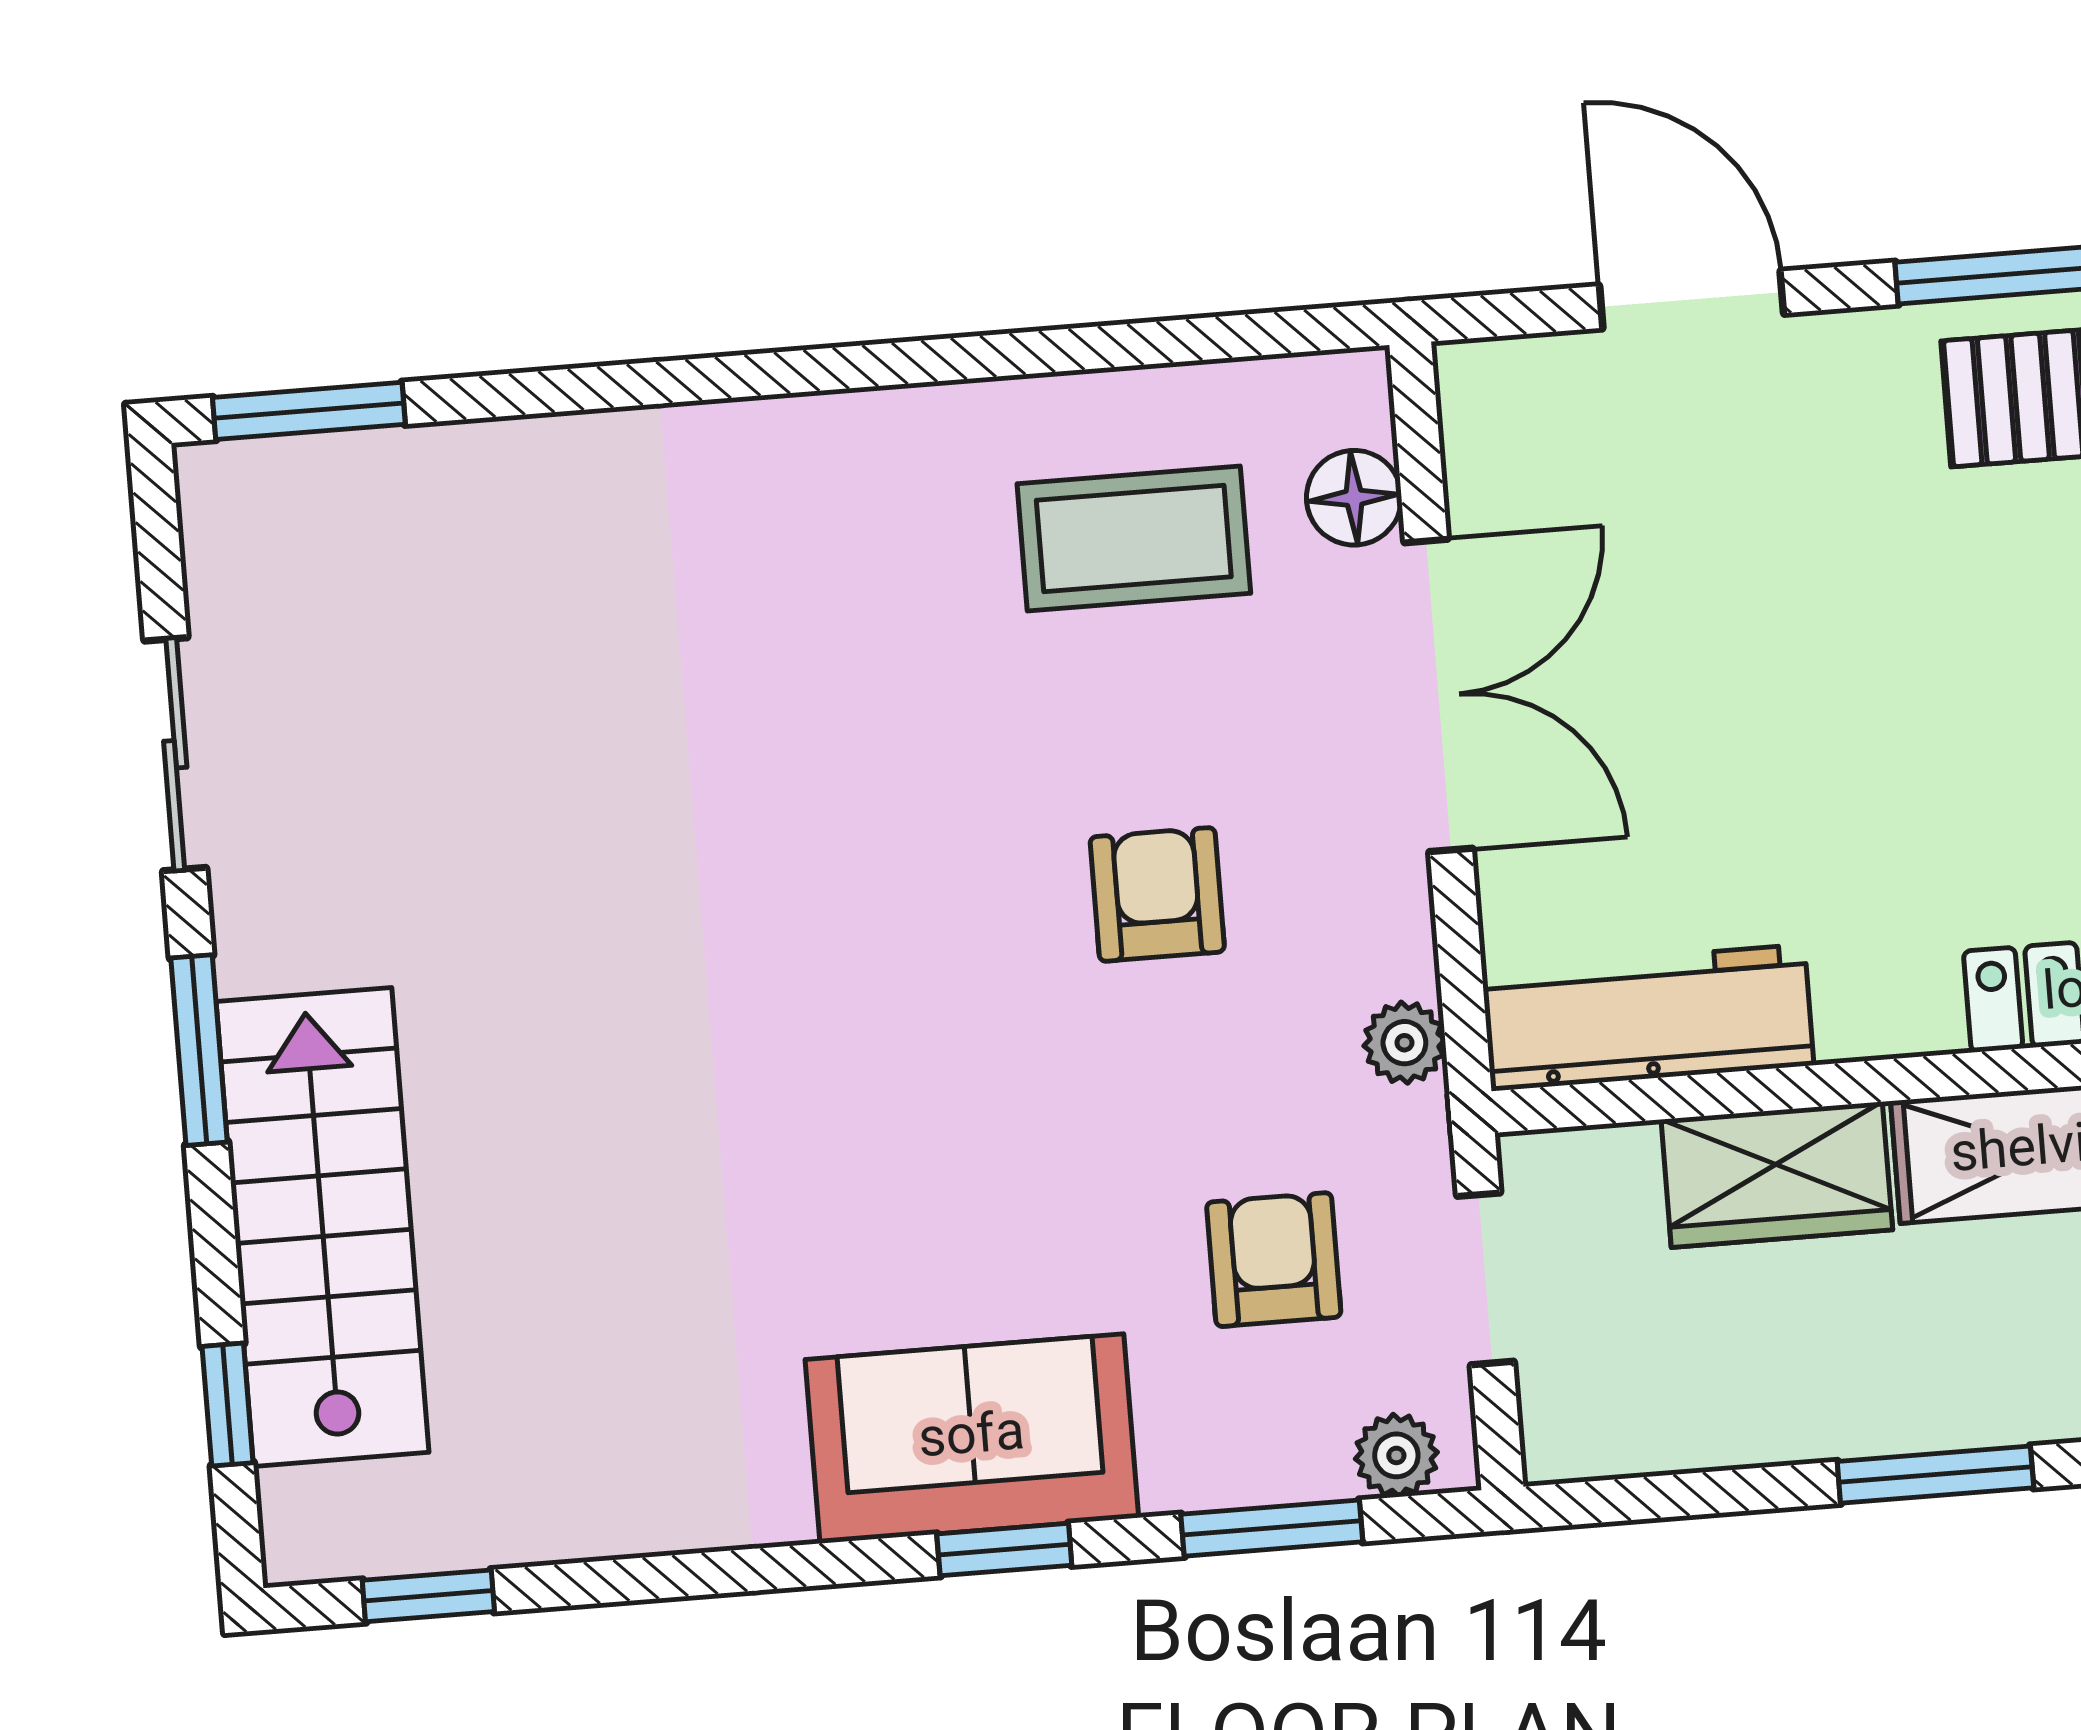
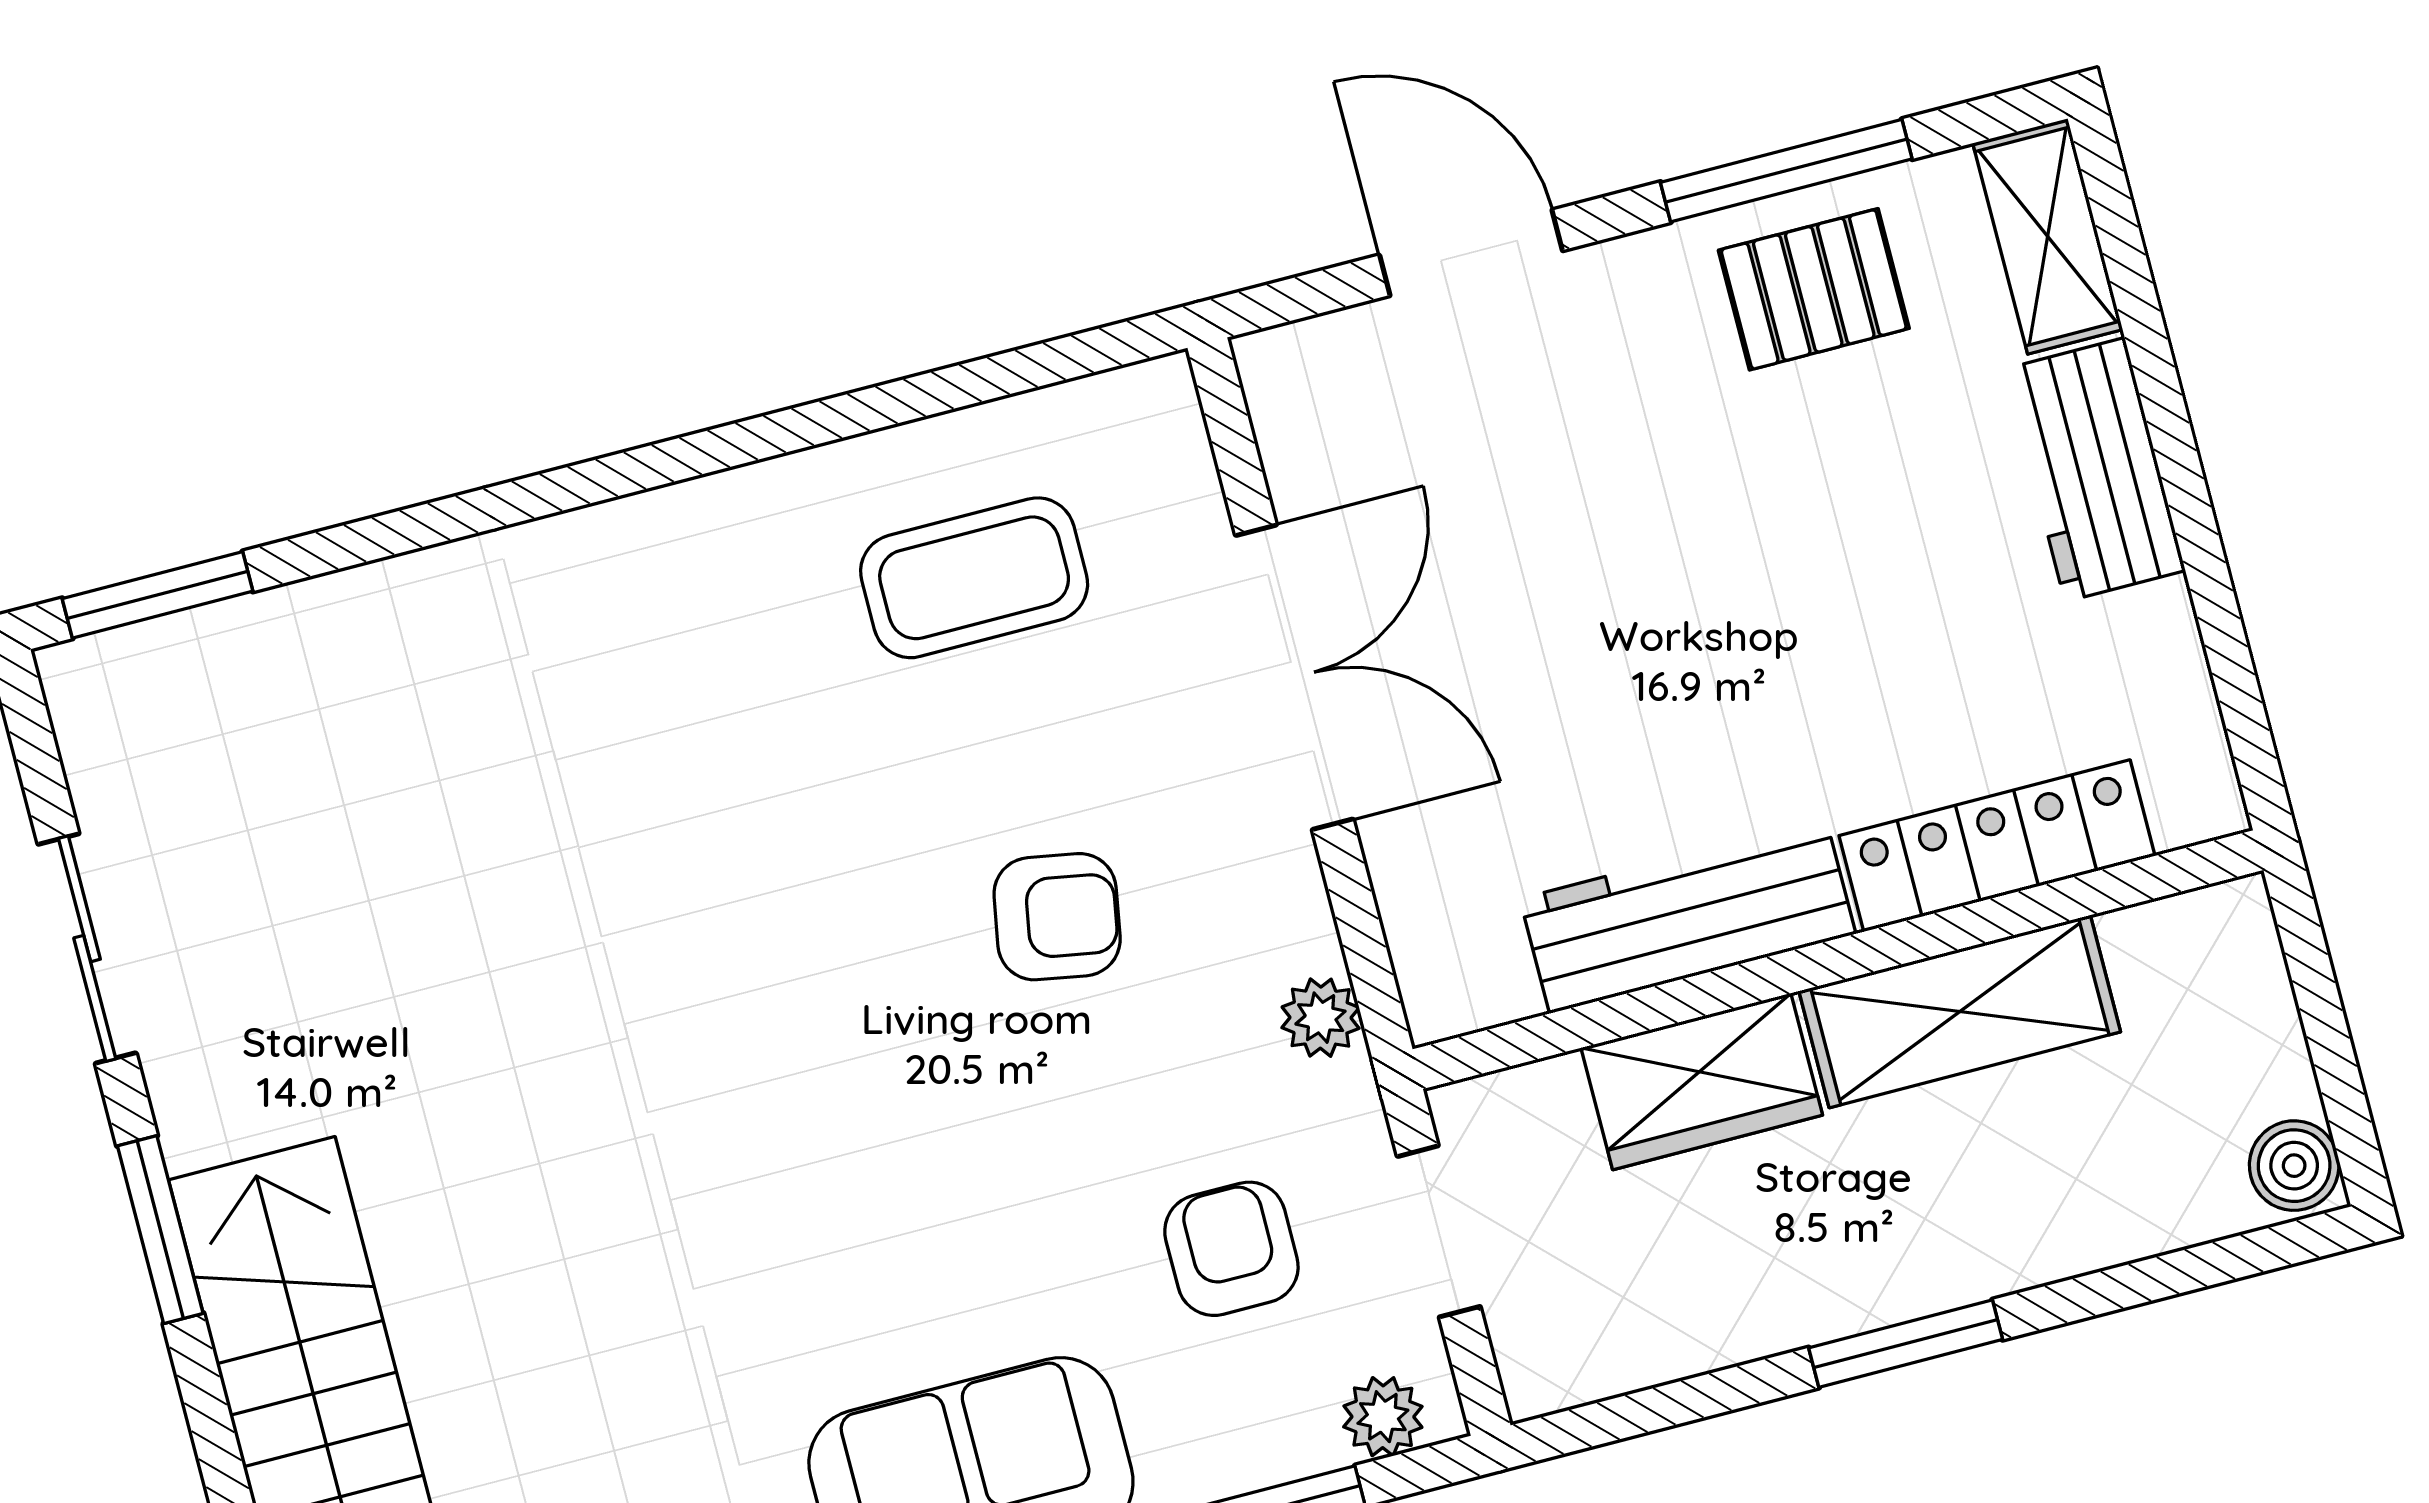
floor lamp: (1354, 498) -> (1179, 501), removed
armchair: (1157, 894) -> (1057, 917), turned 100
workbench: (1648, 1018) -> (1688, 916), moved

